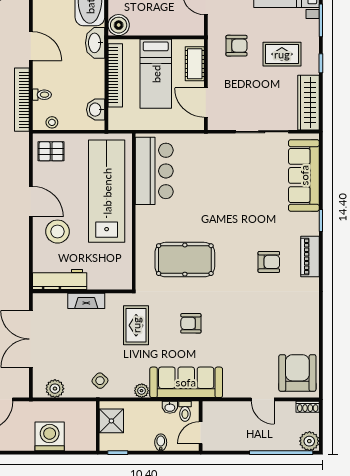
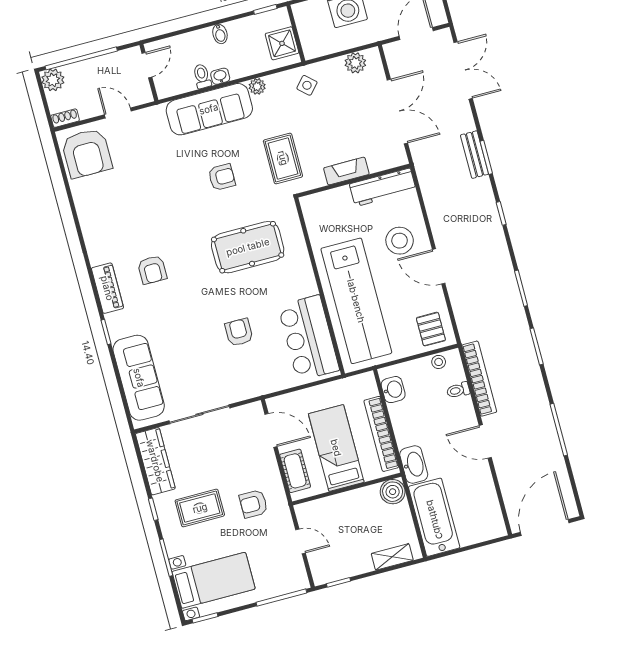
pallet: (51, 151) -> (431, 329), turned 90
armchair: (211, 191) -> (239, 332), added
armchair: (269, 262) -> (152, 270), turned -90
wall: (201, 426) -> (149, 73), moved
door: (201, 433) -> (147, 65), moved

